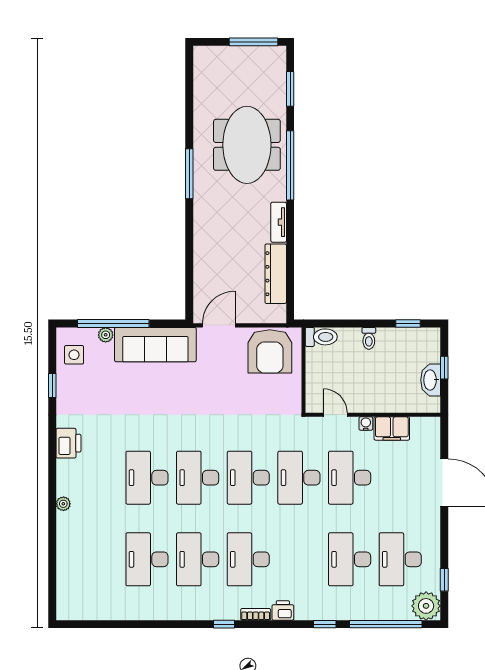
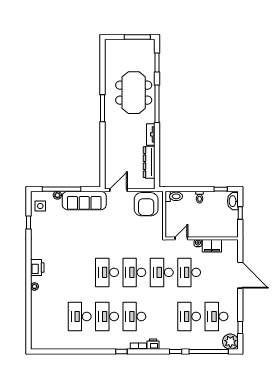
washbasin: (431, 380) -> (233, 201), moved
door: (335, 415) -> (181, 238), hinge flipped
printer: (68, 443) -> (37, 267), moved
desk: (147, 478) -> (80, 272), removed

